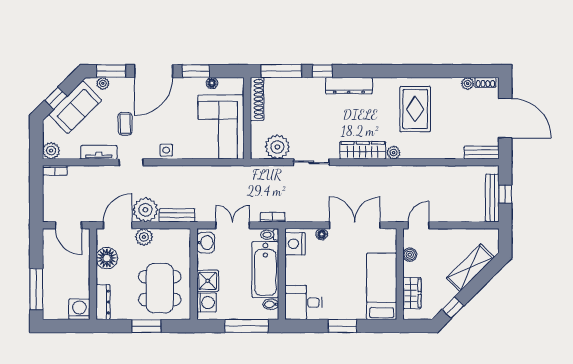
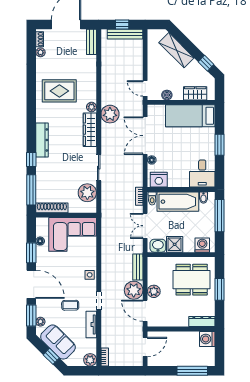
plant: (384, 178) -> (110, 114), added
floor lamp: (107, 258) -> (169, 319), removed
shower: (208, 281) -> (175, 244), moved

